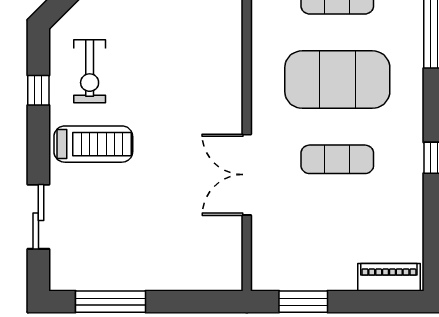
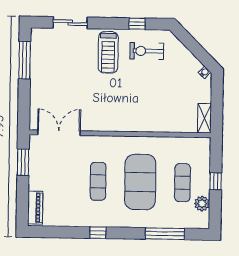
double door: (247, 175) -> (59, 133), moved

